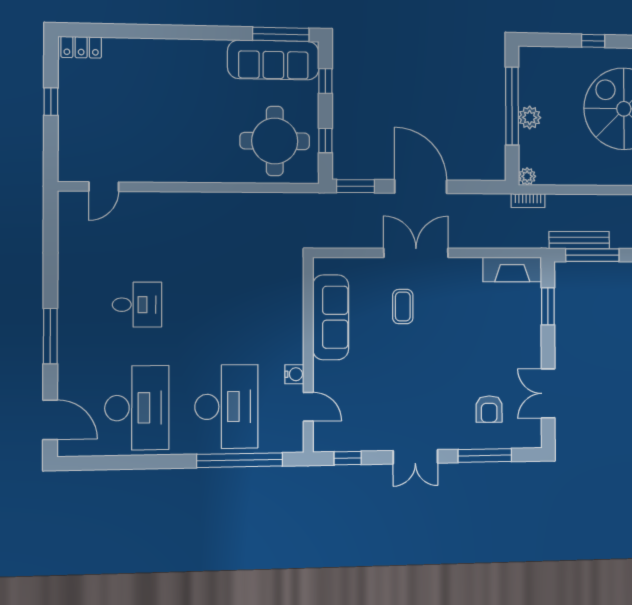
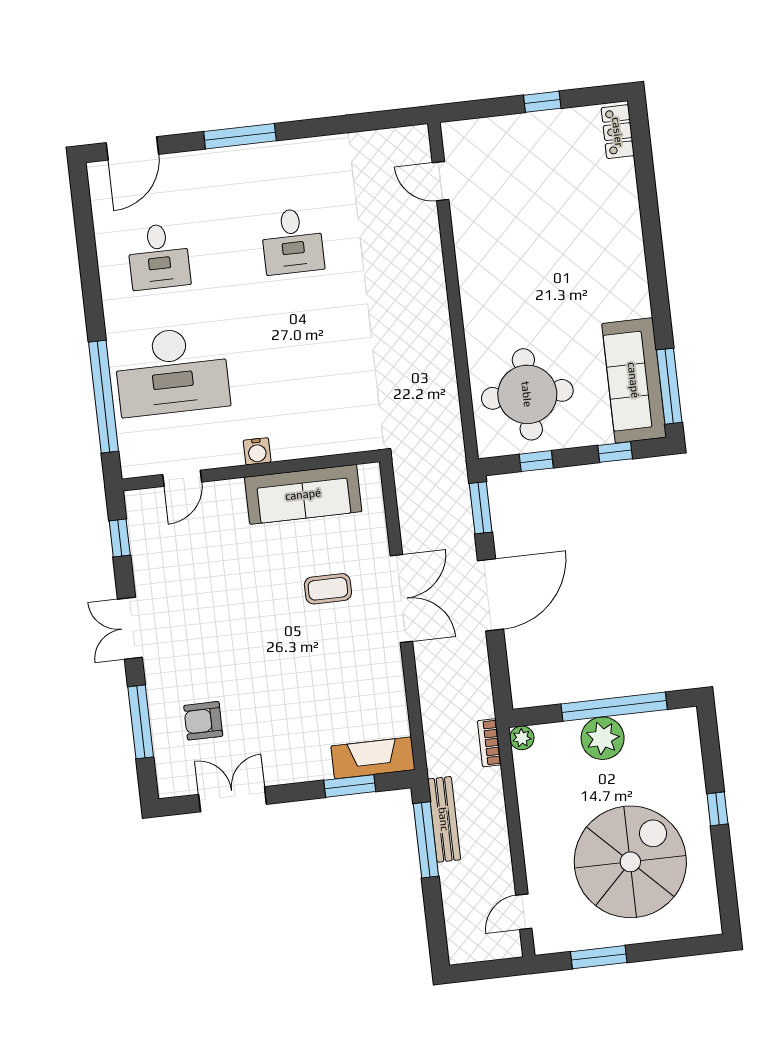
plant: (530, 117) -> (603, 738), width x1.36, depth x1.36
fireplace: (512, 269) -> (373, 758), moved, turned 90
water cooler: (294, 374) -> (257, 451), moved
desk: (137, 408) -> (159, 256), width x0.53, depth x0.77

